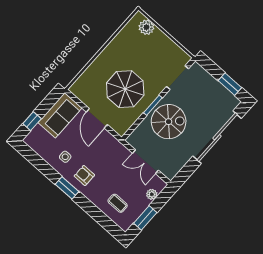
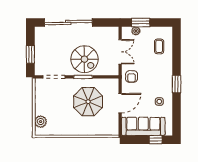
window: (230, 84) -> (30, 54), moved
sofa: (60, 115) -> (143, 126), width x1.36
spiral stairs: (169, 122) -> (84, 59), turned 180
armchair: (84, 176) -> (132, 76), moved
window: (145, 218) -> (141, 22), moved

